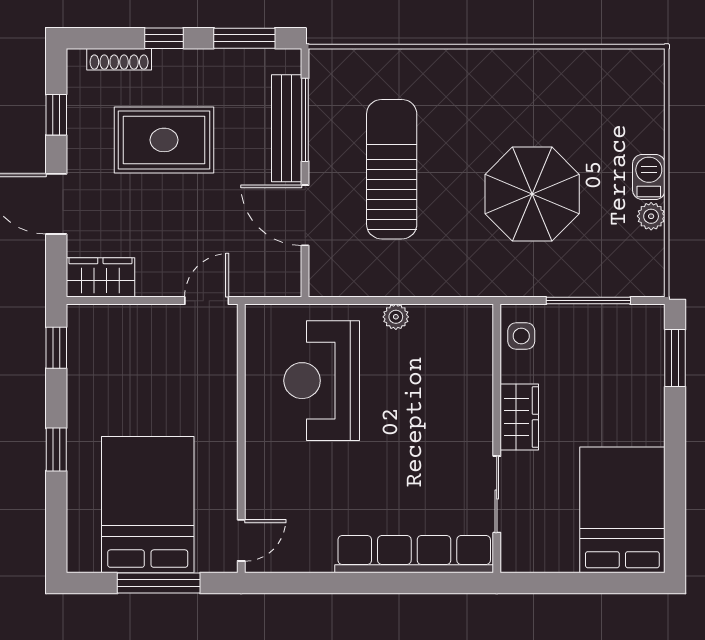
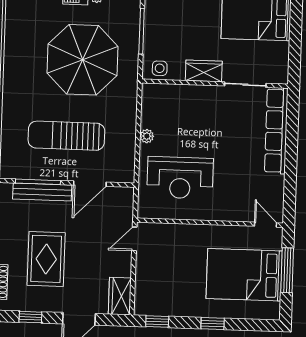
parasol: (532, 194) -> (83, 60), width x1.36, depth x1.36
door: (207, 301) -> (134, 239), hinge flipped

